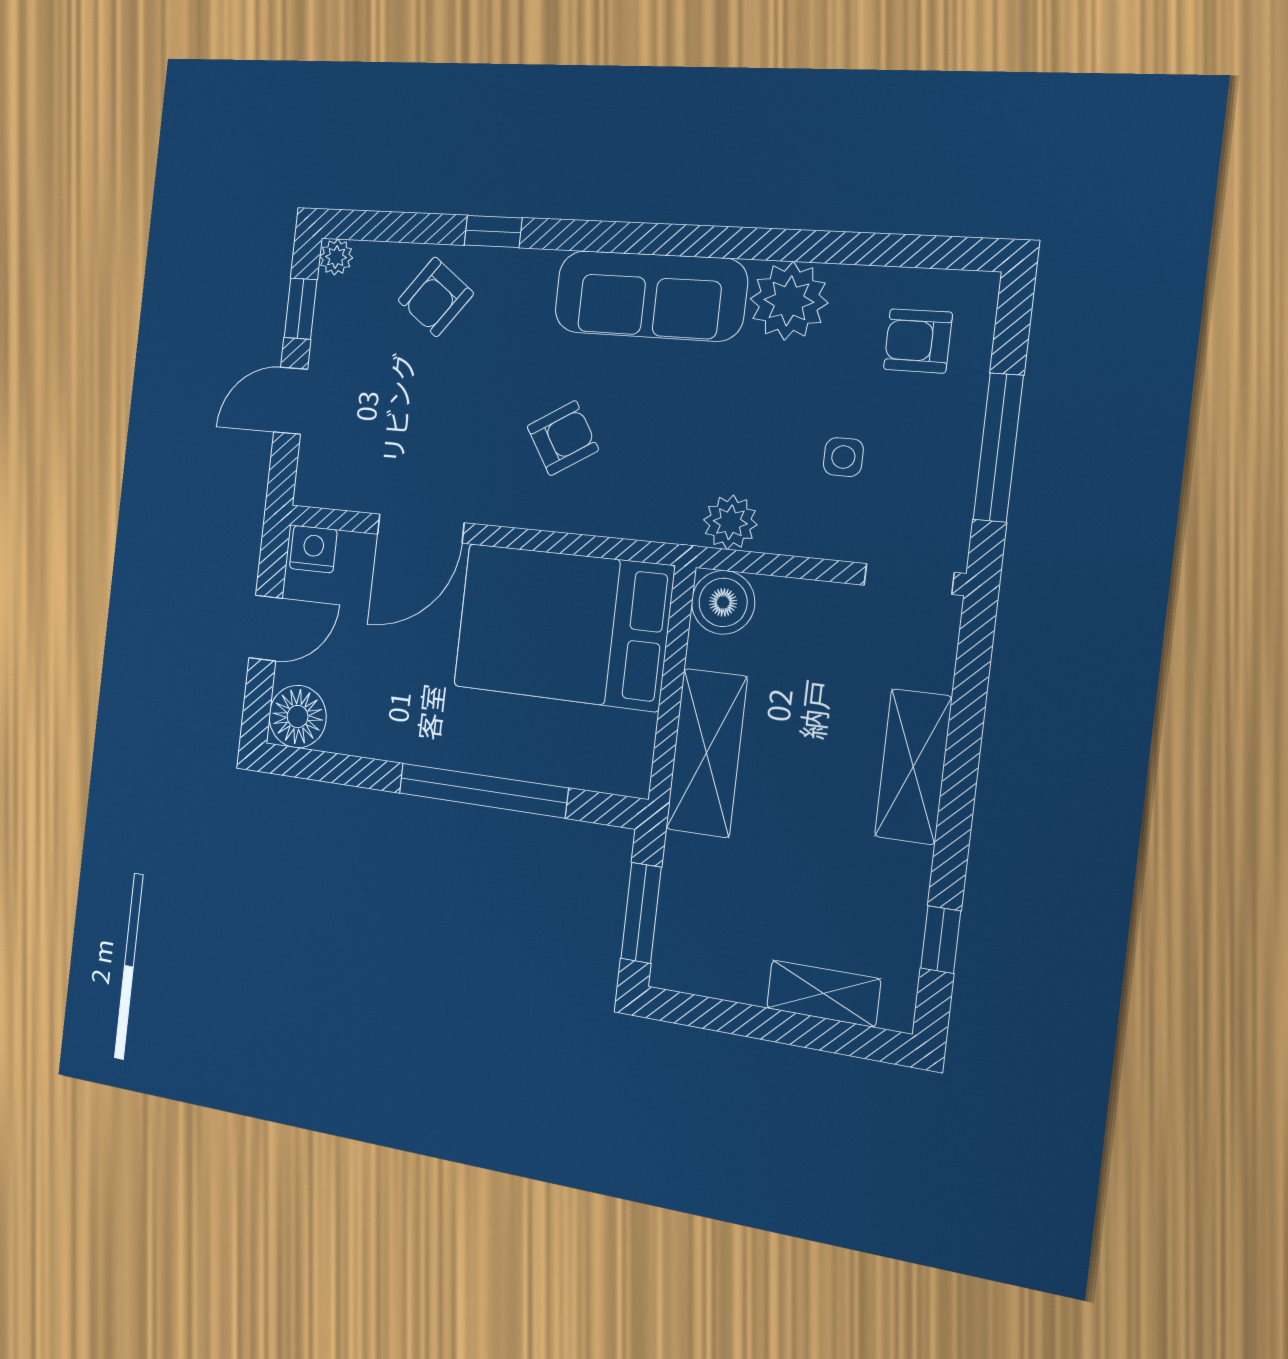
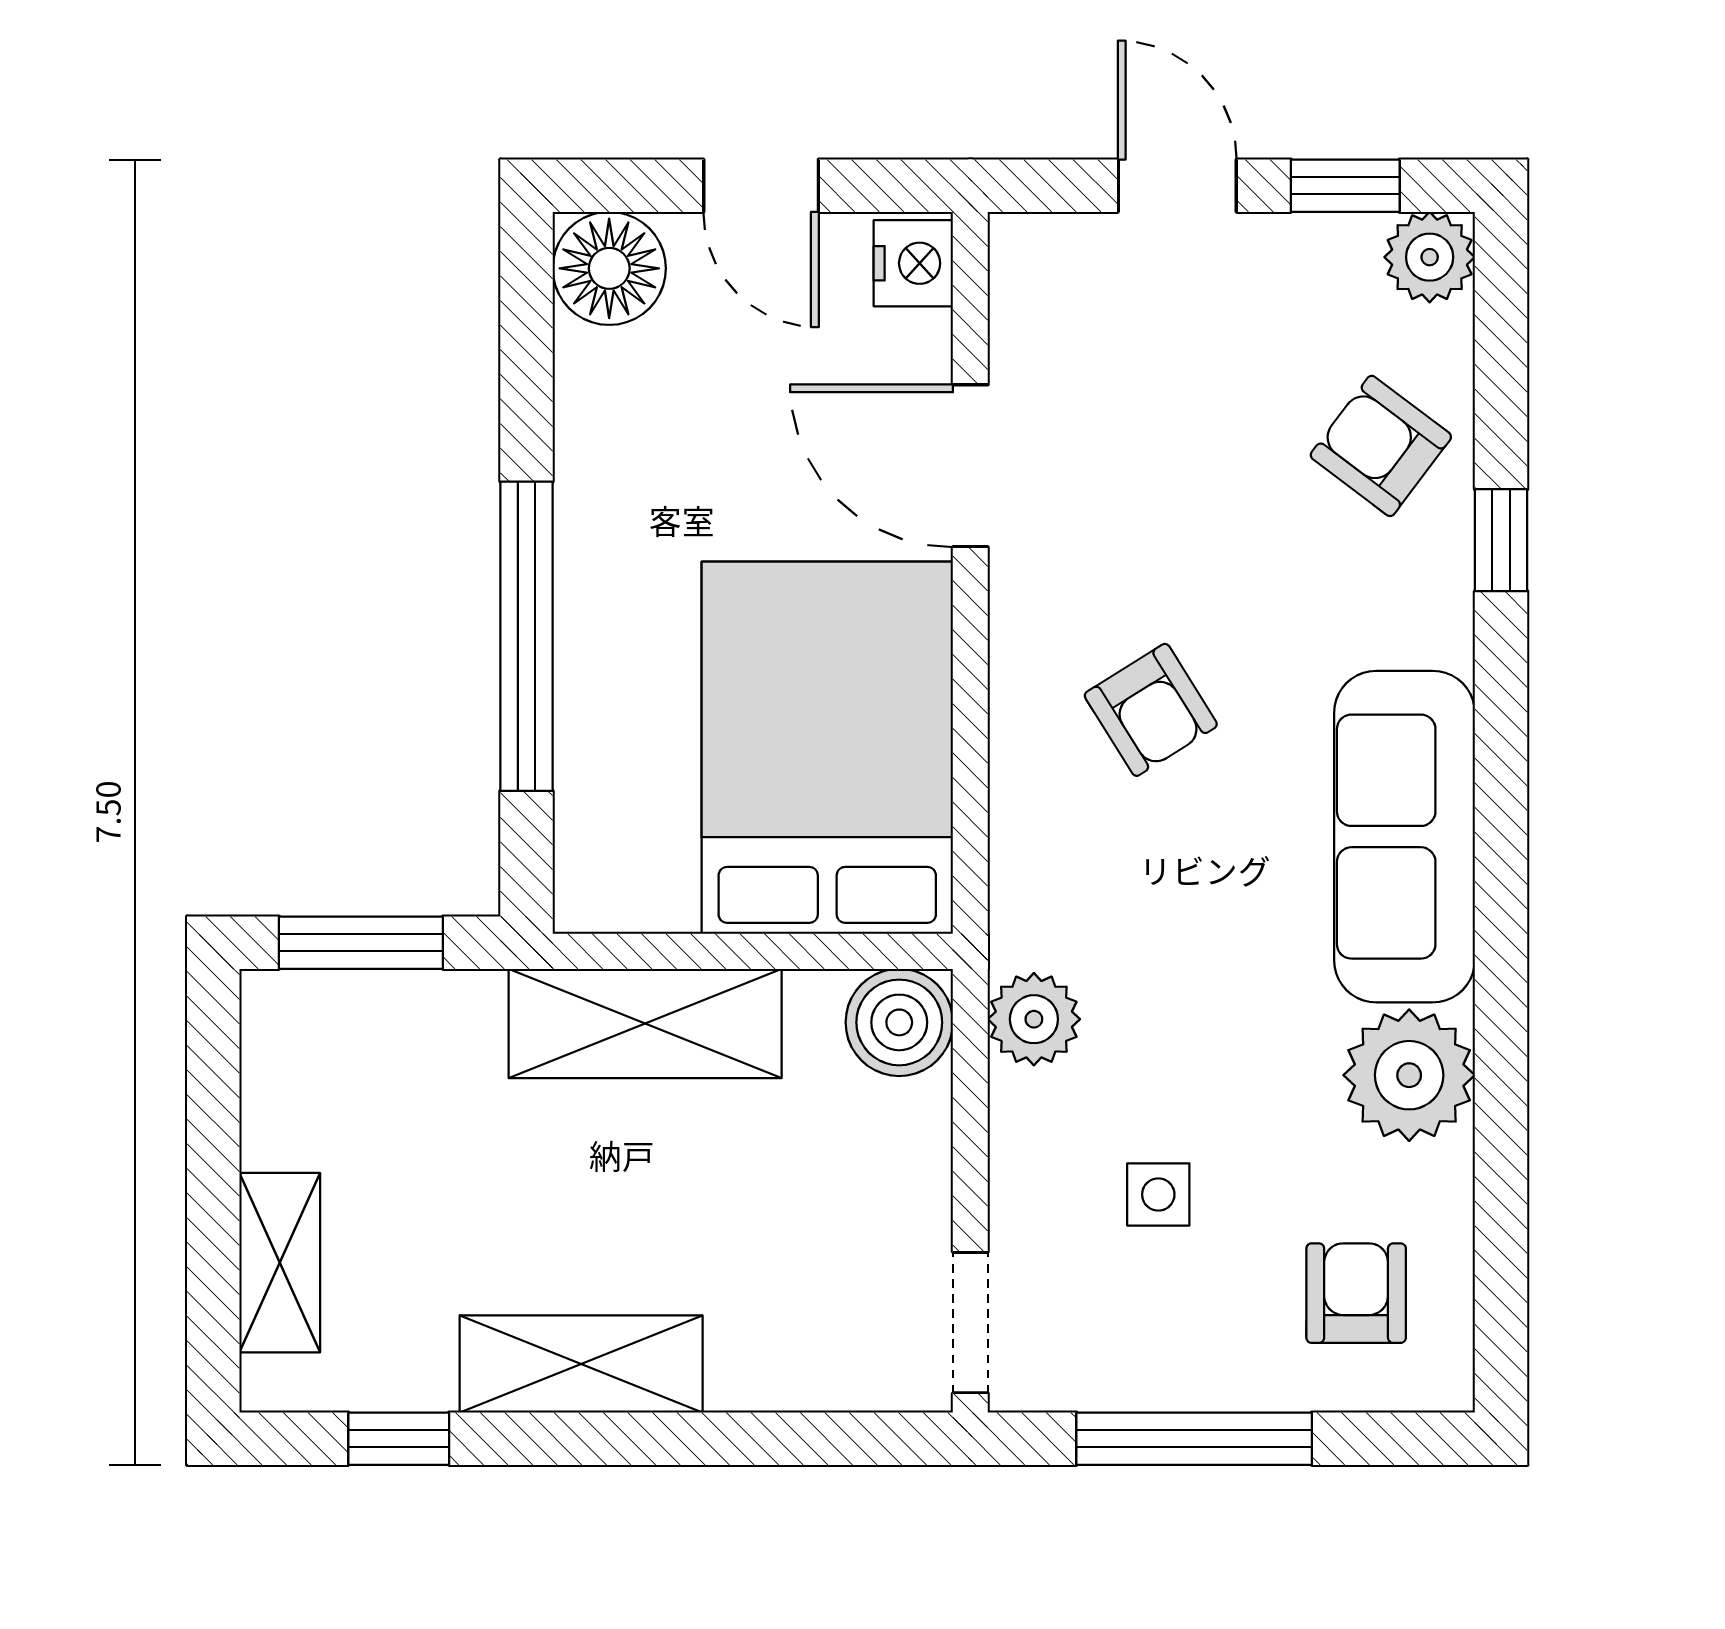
plant: (336, 257) -> (1430, 257), width x1.38, depth x1.38
shelving: (913, 767) -> (581, 1364), moved

